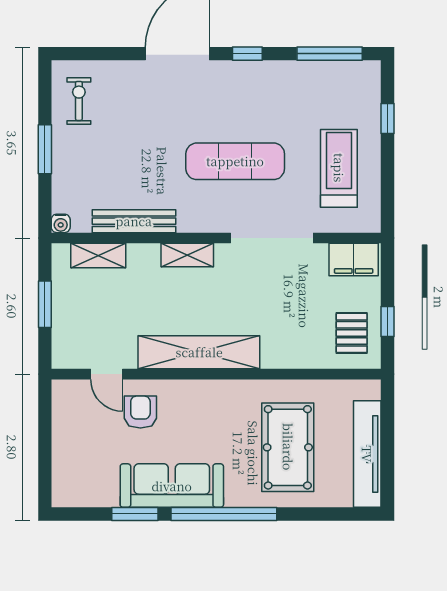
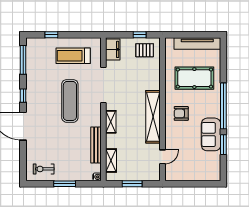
armchair: (140, 412) -> (181, 113), moved
sofa: (172, 486) -> (211, 134), width x0.73

